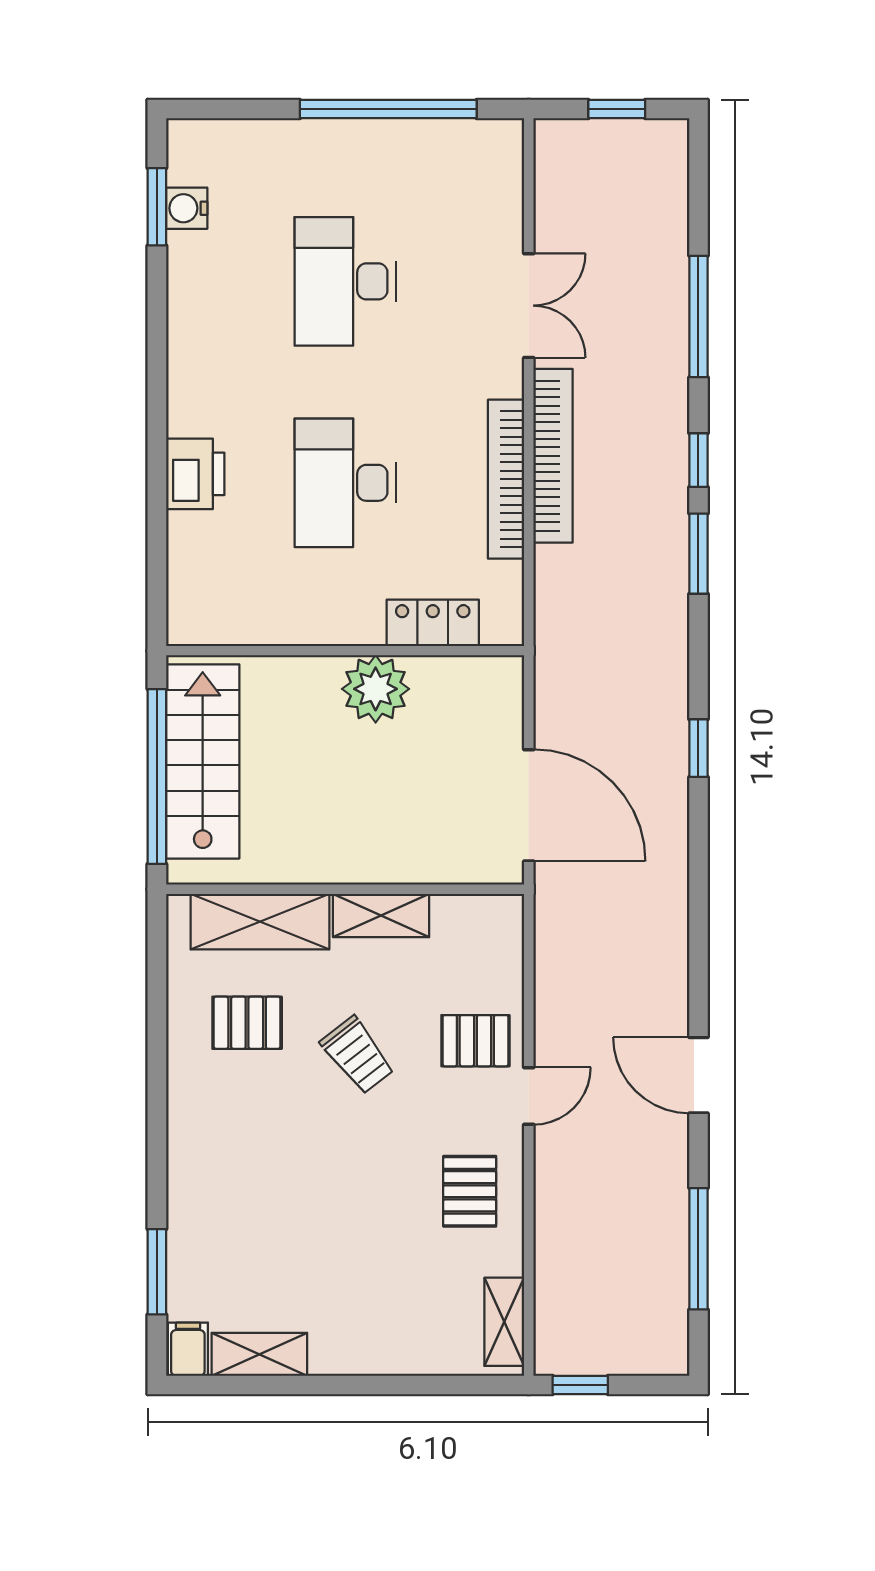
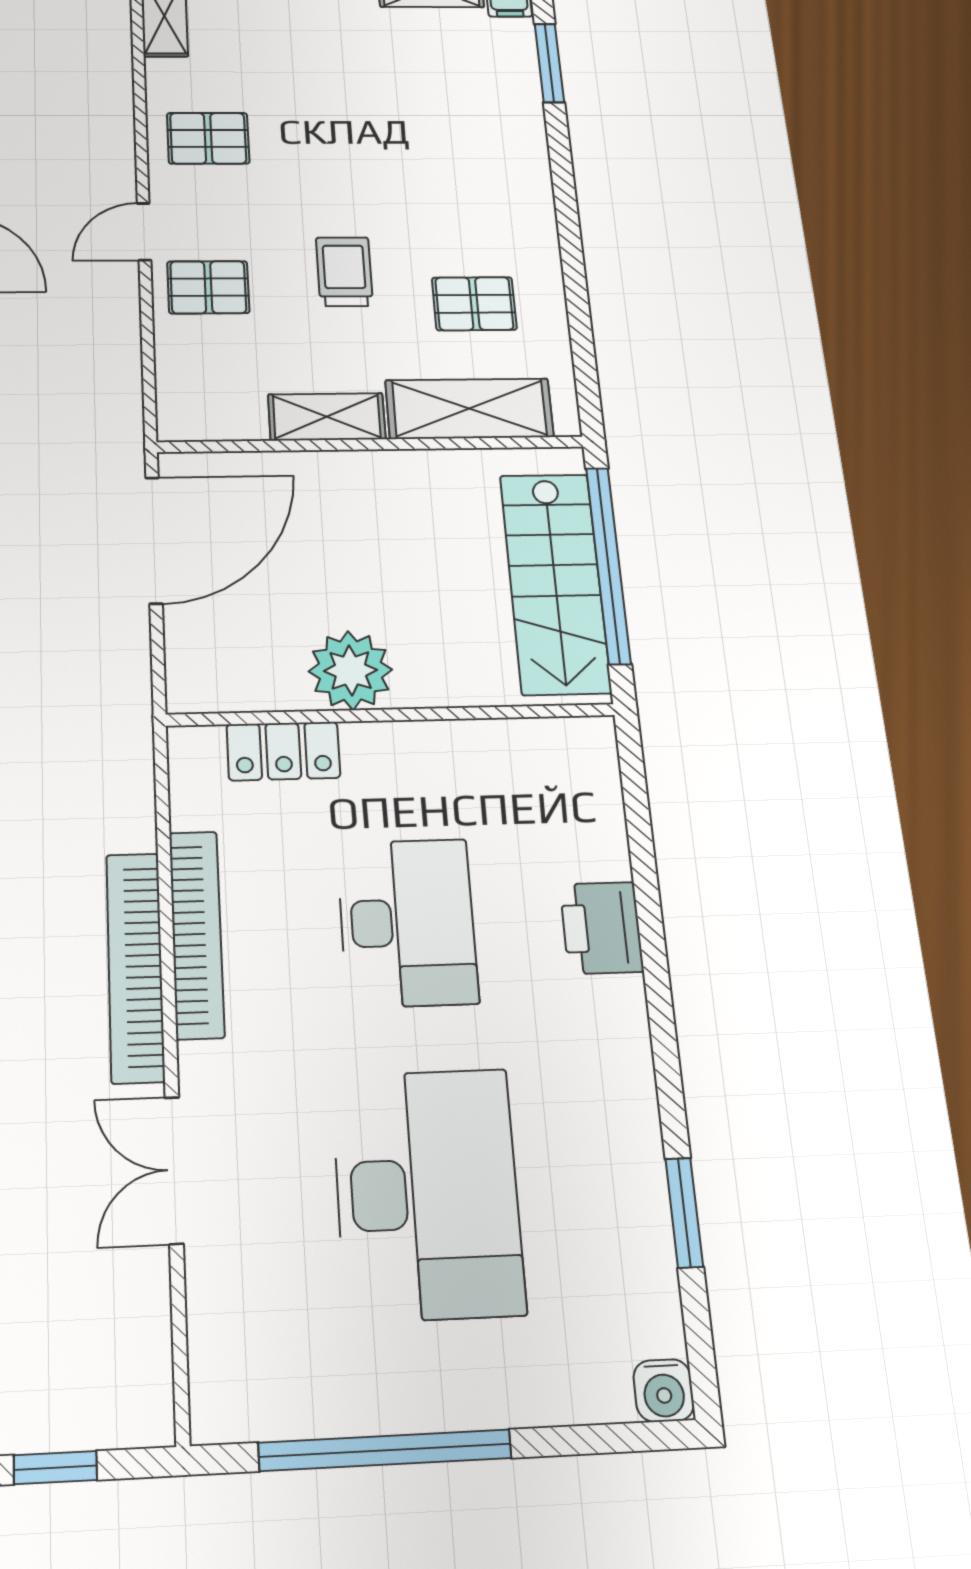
window: (157, 207) -> (684, 1213), moved
water cooler: (187, 208) -> (664, 1391), moved, turned 90
desk: (345, 281) -> (427, 1194), width x1.36, depth x1.30
door: (529, 805) -> (154, 540), swing flipped
trolley: (357, 1055) -> (344, 272), turned 38
pallet: (470, 1191) -> (208, 138), turned 90

